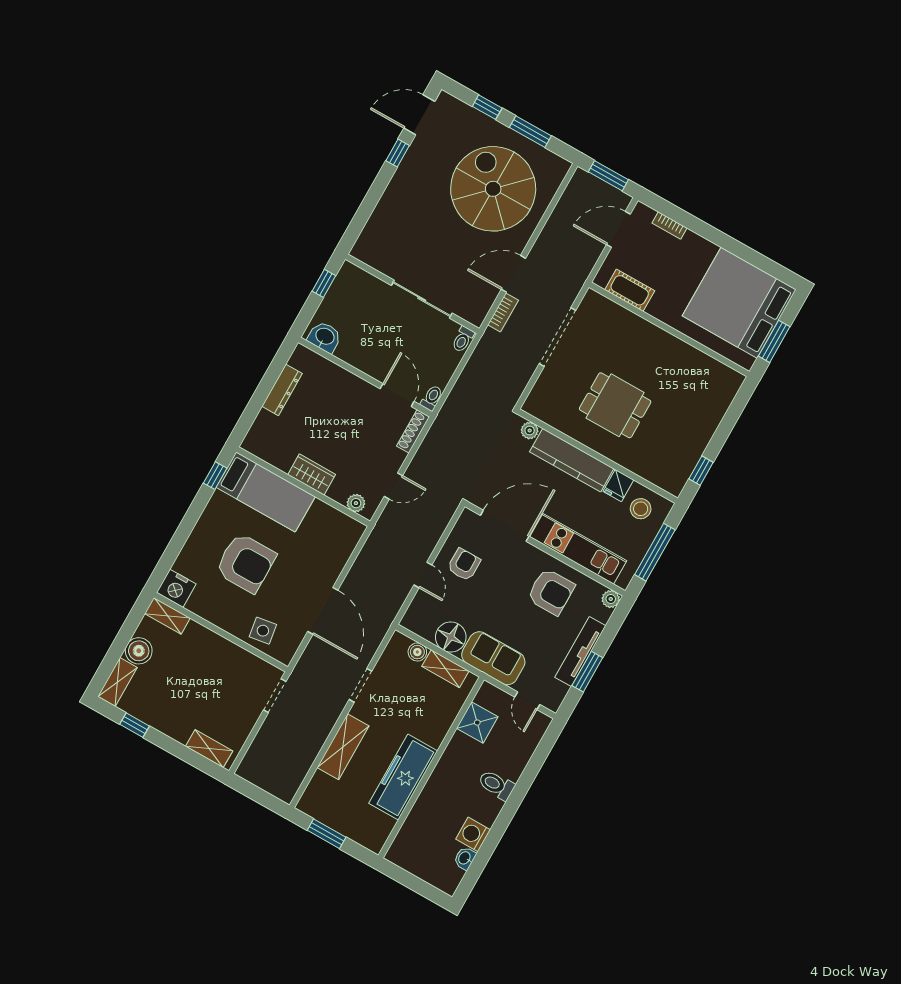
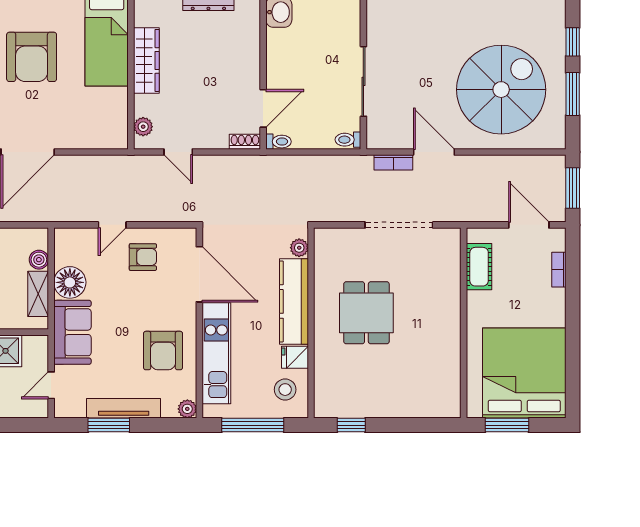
shoe rack: (413, 431) -> (245, 142), width x0.70
wardrobe: (312, 475) -> (146, 60), width x1.50

